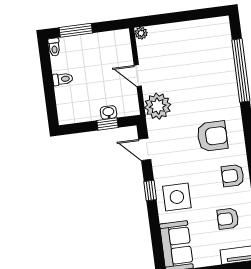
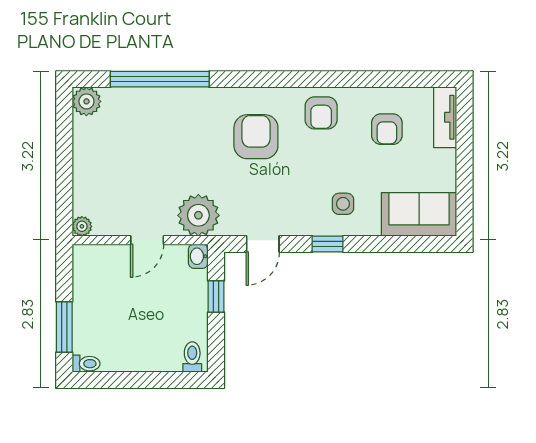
plant: (221, 26) -> (86, 101), added
toilet: (63, 79) -> (192, 357), moved
washbasin: (108, 112) -> (198, 256), moved
side table: (177, 197) -> (343, 204), width x0.54, depth x0.54

